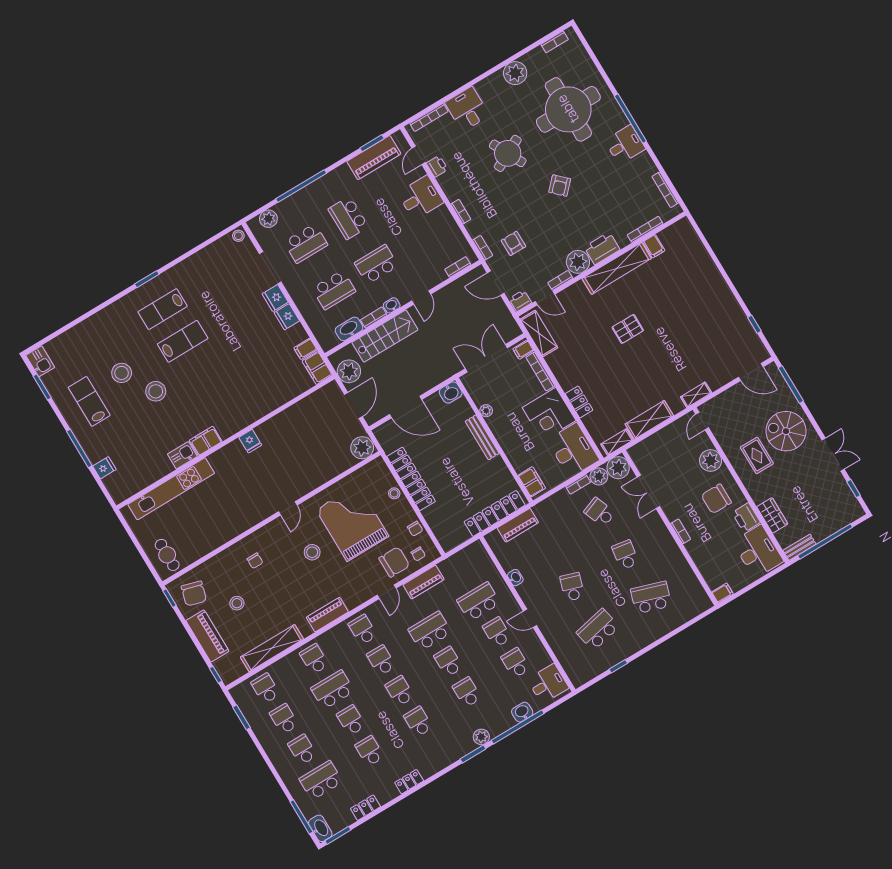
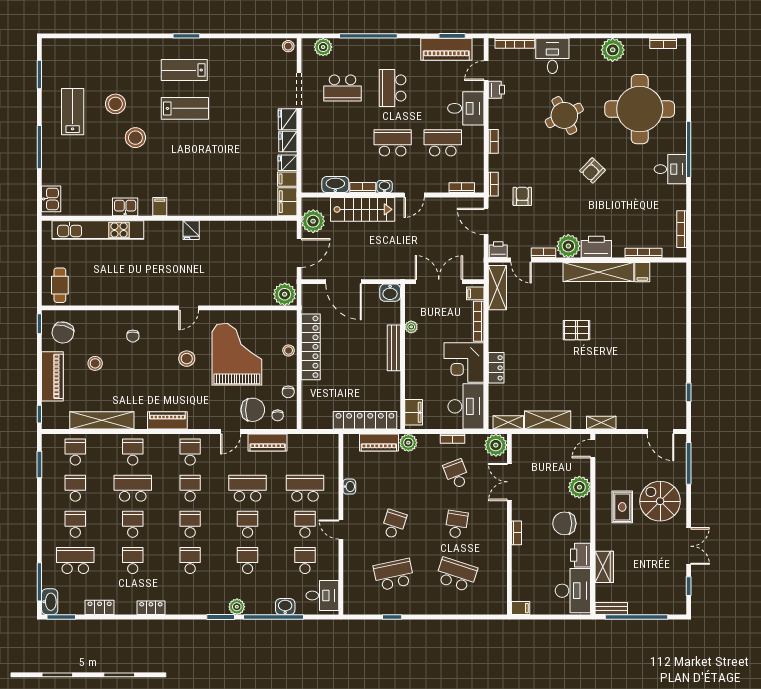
school desk: (334, 290) -> (443, 143), moved, turned 180
kitchen sink: (40, 361) -> (51, 199), moved
filing cabinet: (206, 441) -> (160, 207), width x0.50
fridge: (104, 468) -> (287, 163), moved, turned 180
plant: (599, 476) -> (408, 443), moved

